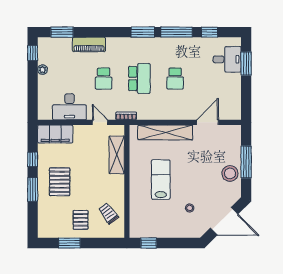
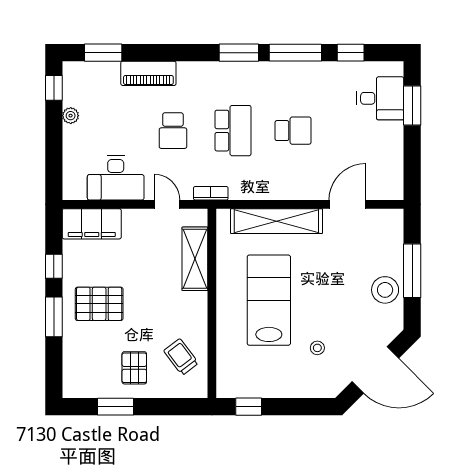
school desk: (175, 79) -> (293, 131), turned -90
lab bench: (161, 180) -> (269, 300), width x1.36, depth x1.39
pallet: (60, 182) -> (99, 304), turned 90

